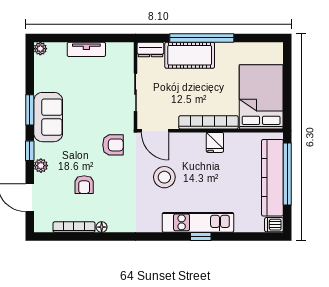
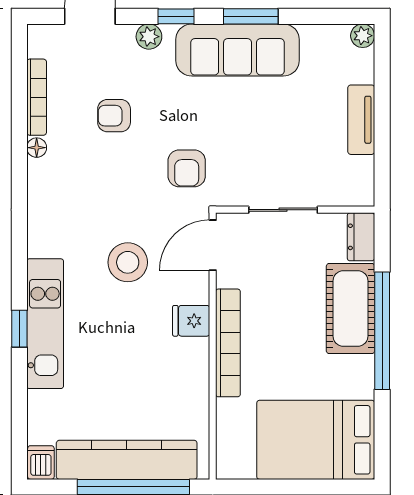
bed: (261, 97) -> (316, 440), moved, turned 180
sofa: (48, 117) -> (238, 50), width x1.36
fridge: (215, 142) -> (191, 321), moved

